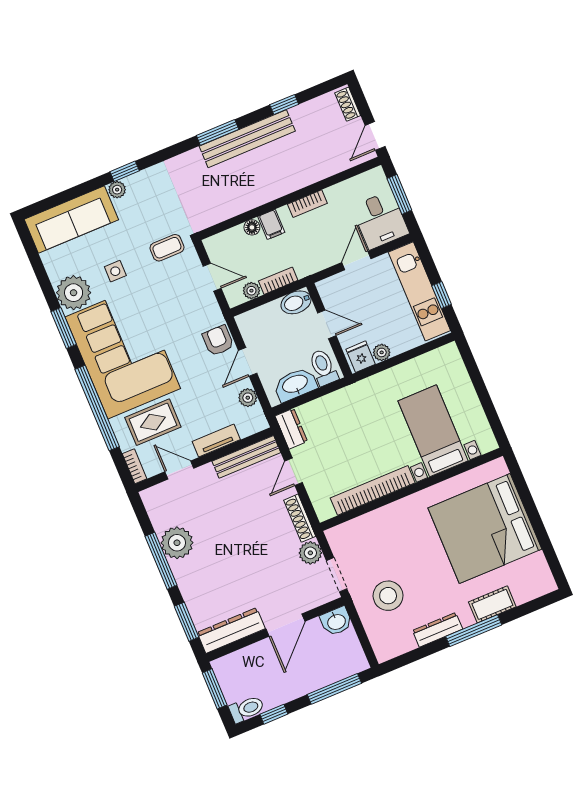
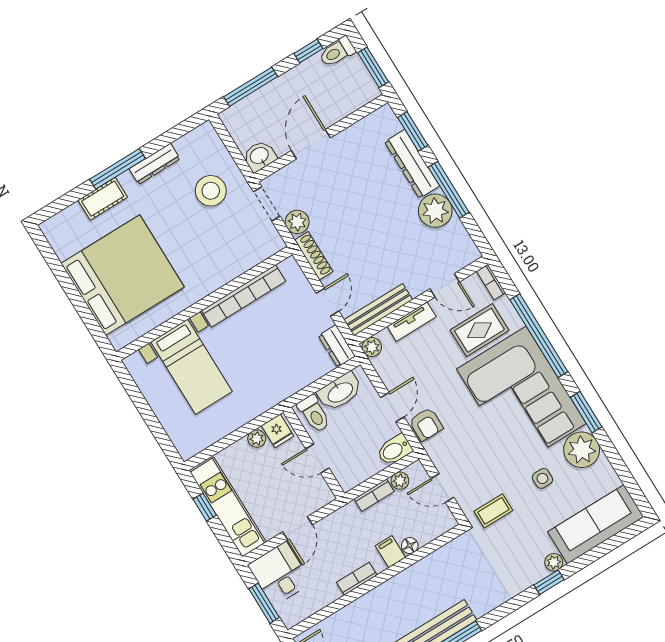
bidet: (296, 302) -> (395, 450), moved, turned 180
plant: (248, 398) -> (372, 347), moved
dresser: (231, 631) -> (412, 164), moved, turned 90

